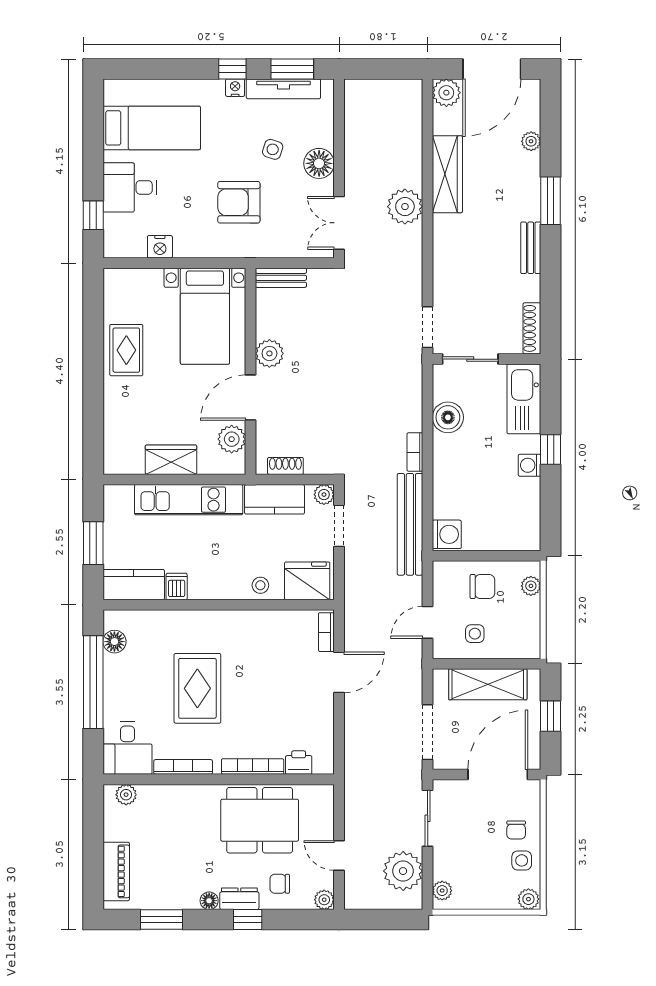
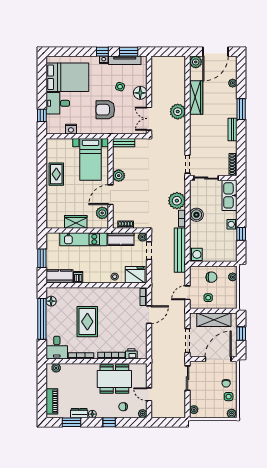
bed: (152, 128) -> (67, 77), width x1.50
boiler: (448, 417) -> (196, 215), moved
window: (550, 450) -> (241, 234), moved
plant: (403, 871) -> (177, 201), moved
dresser: (239, 899) -> (79, 413), moved

